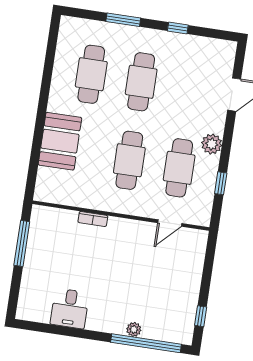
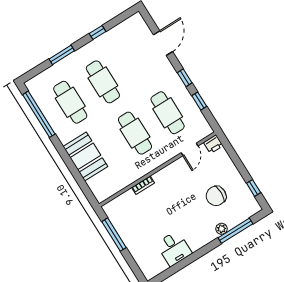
window: (50, 59) -> (39, 114), added
plant: (212, 144) -> (175, 83), removed
window: (226, 148) -> (185, 78), added
printer: (198, 238) -> (213, 144), added
chair: (157, 292) -> (216, 196), added
window: (146, 343) -> (235, 231), width x0.68

